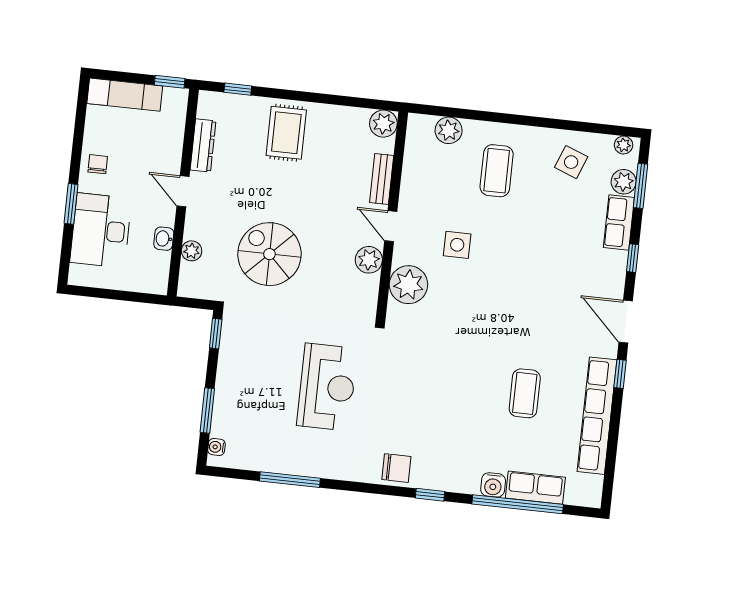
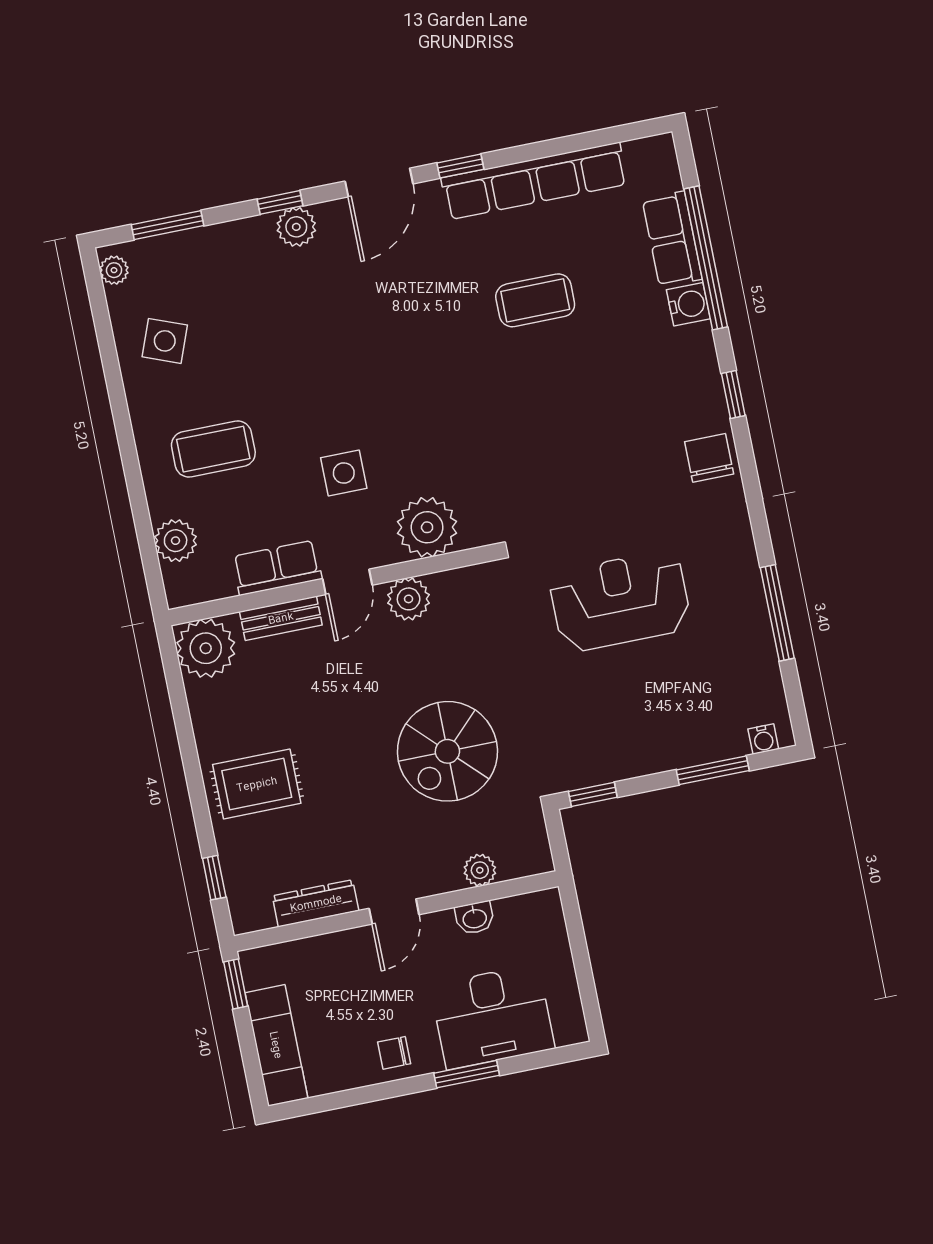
plant: (383, 124) -> (206, 648), width x1.36, depth x1.36
plant: (624, 182) -> (296, 227), moved
row of seats: (619, 222) -> (277, 568), moved, turned 180

